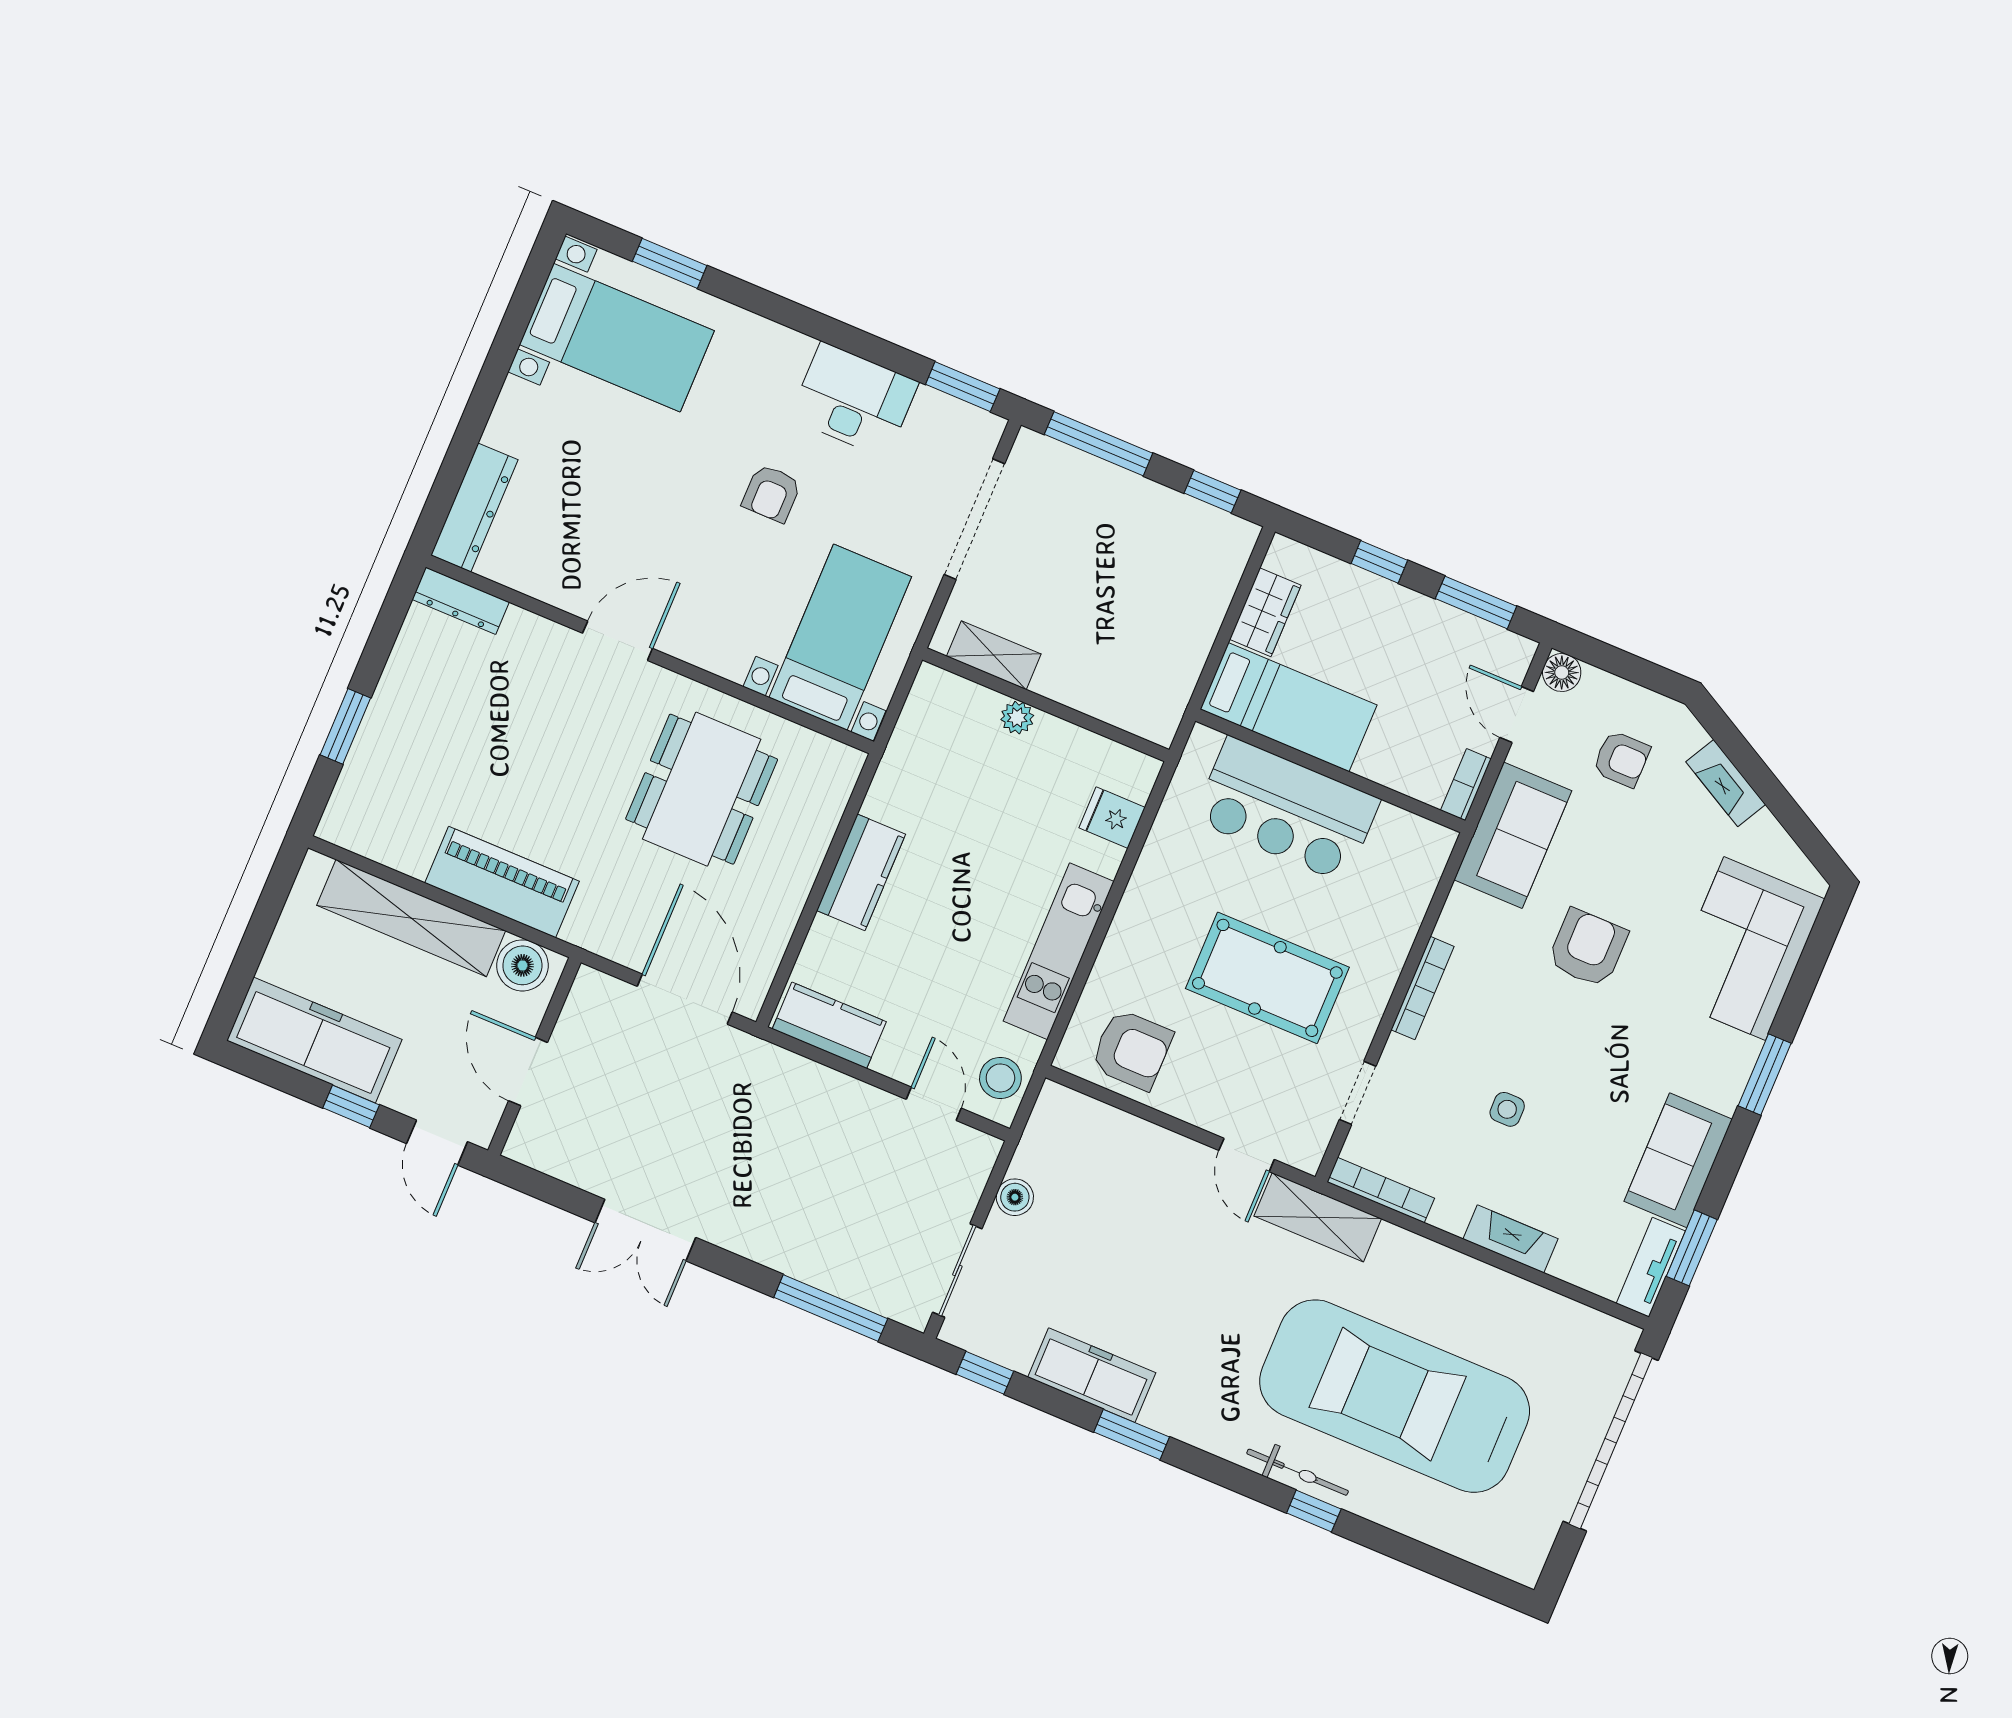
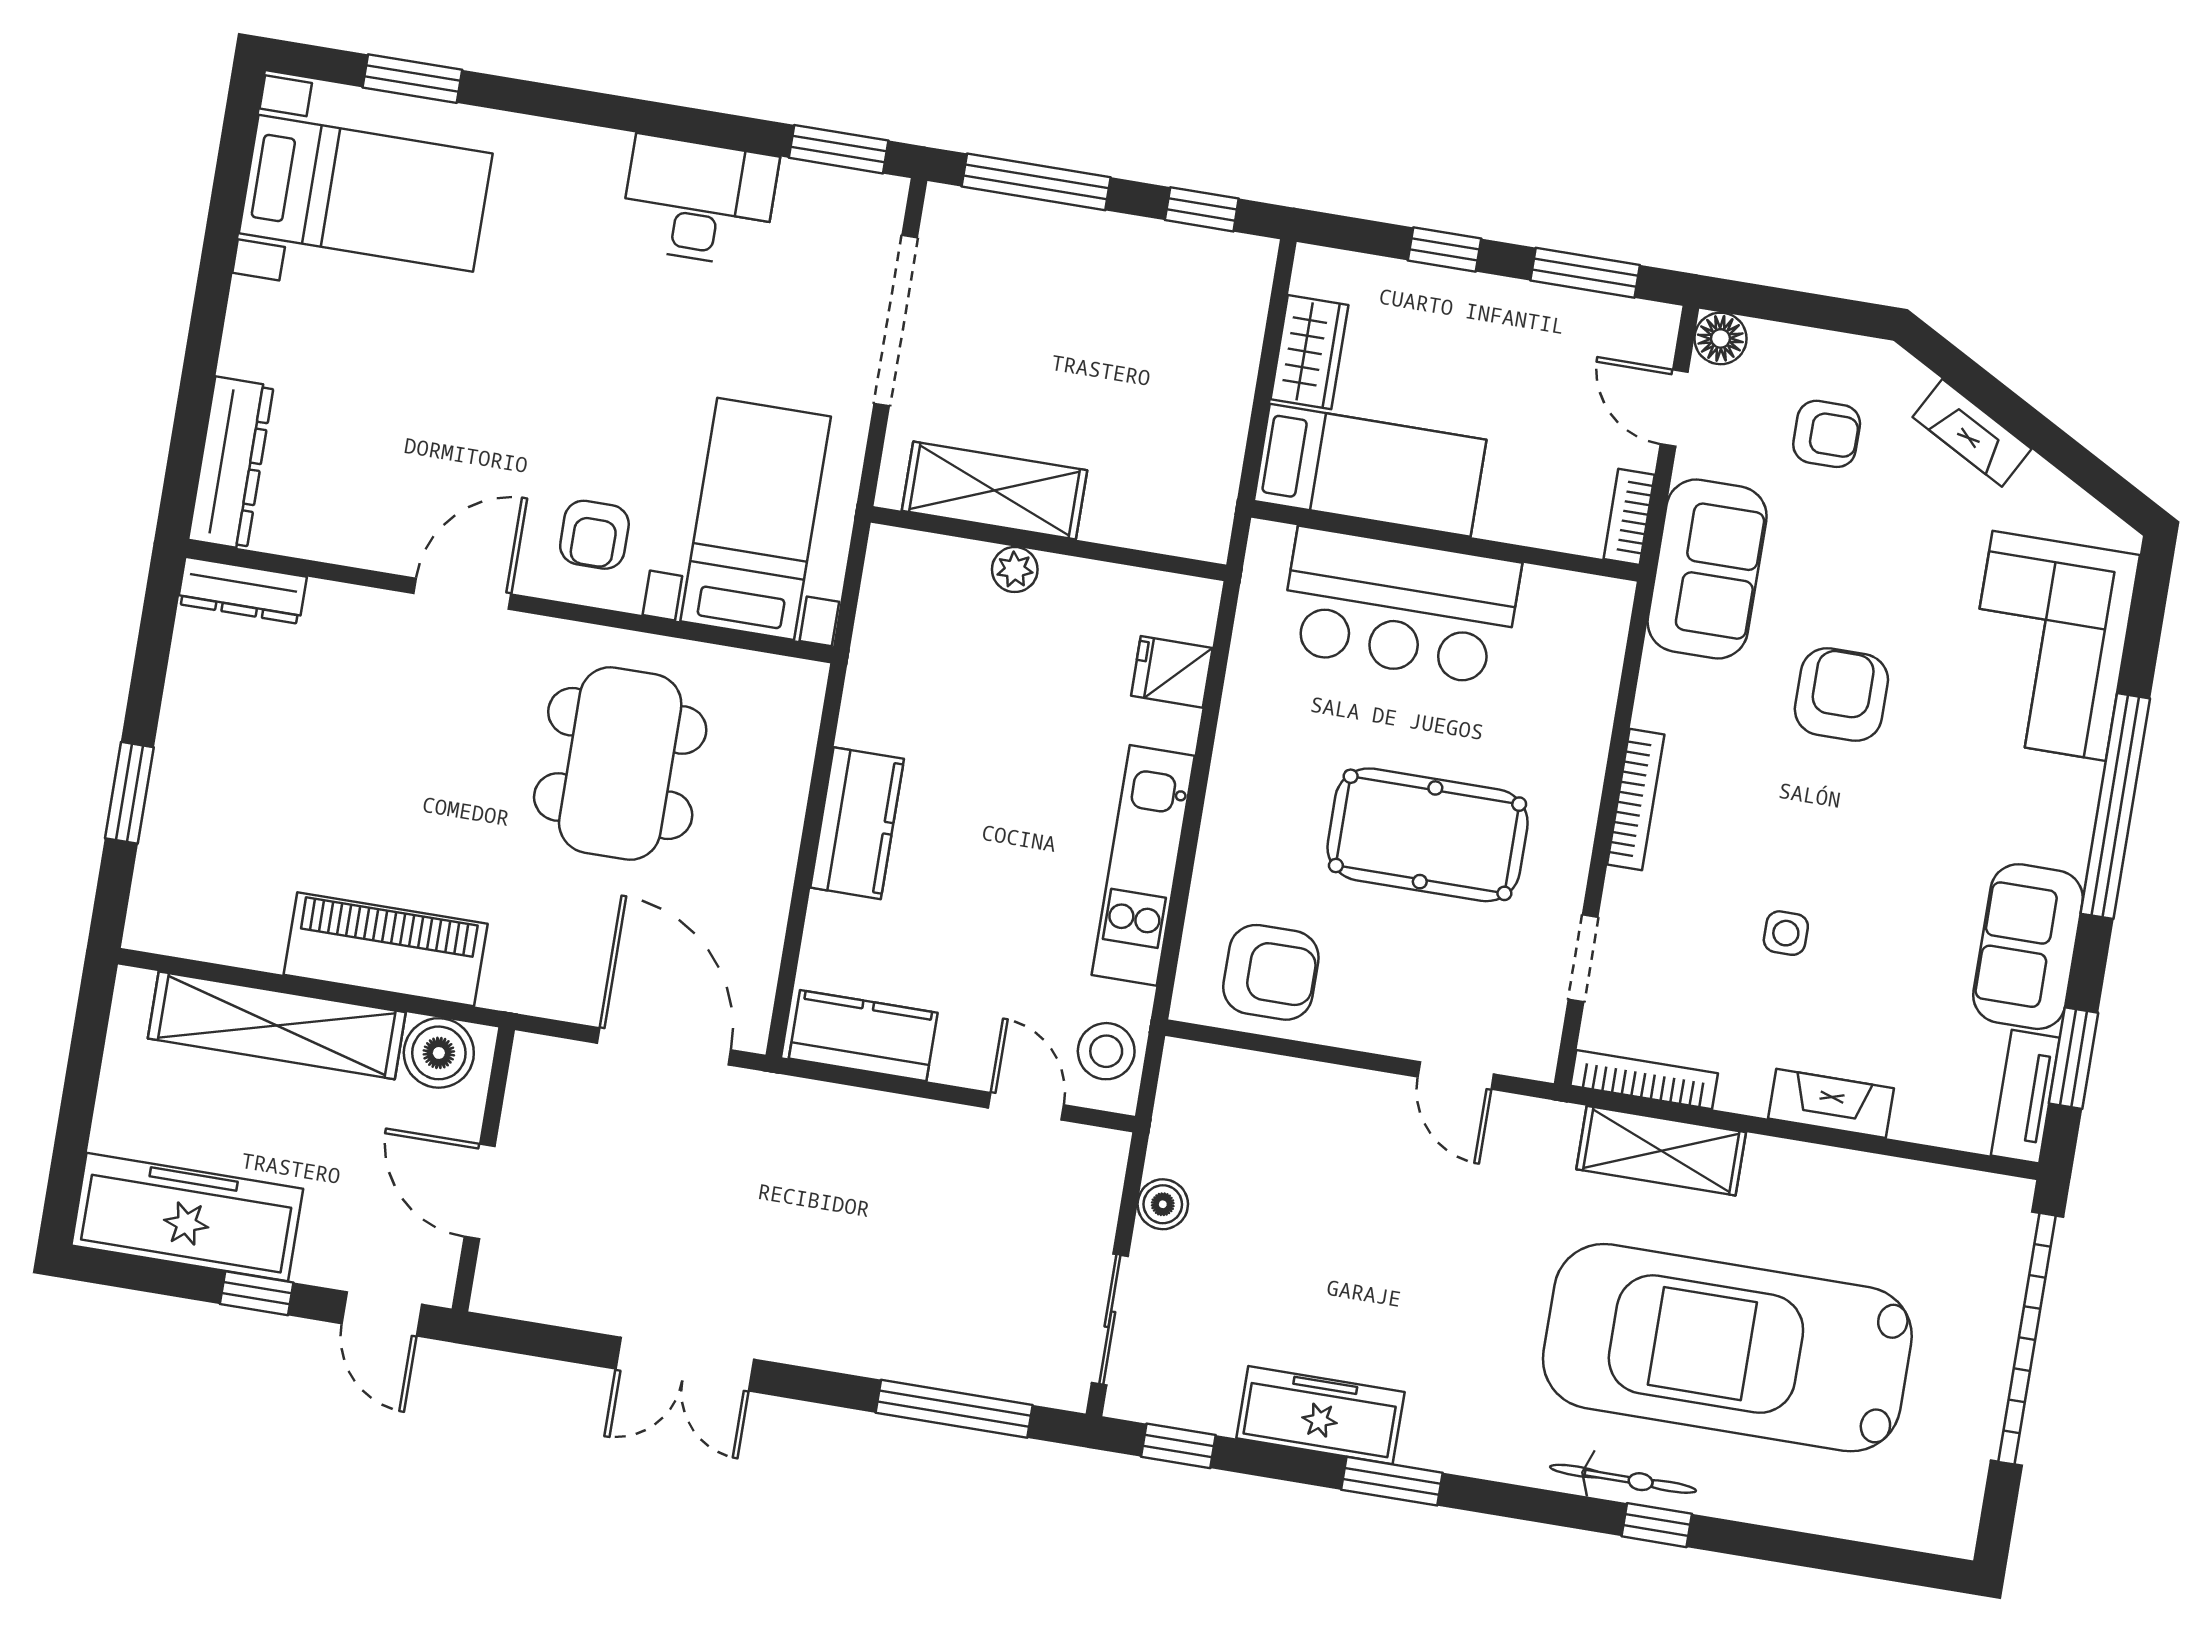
armchair: (772, 493) -> (594, 535), moved
shelving: (994, 655) -> (995, 491), width x1.50, depth x1.33
window: (1765, 1075) -> (2115, 806), width x2.11
shelving: (1318, 1217) -> (1661, 1151), moved

